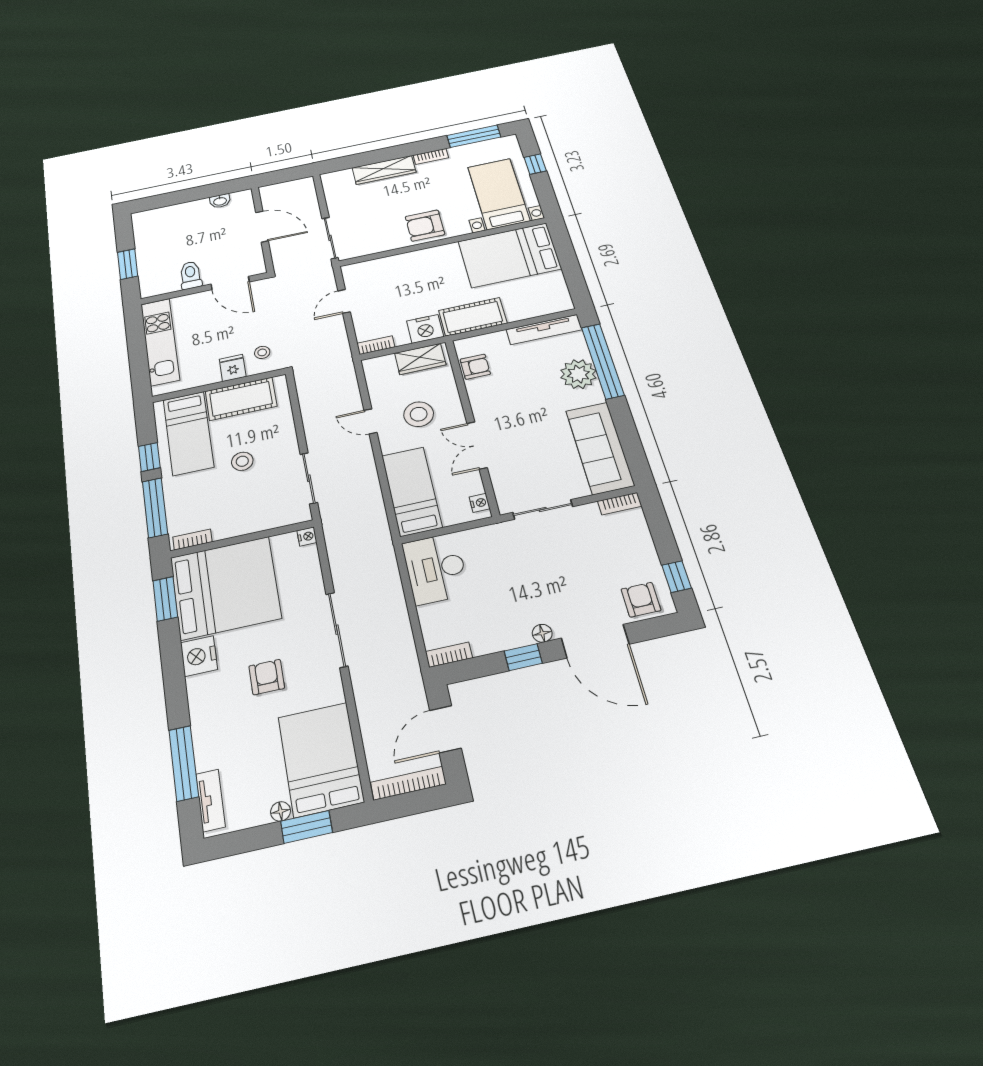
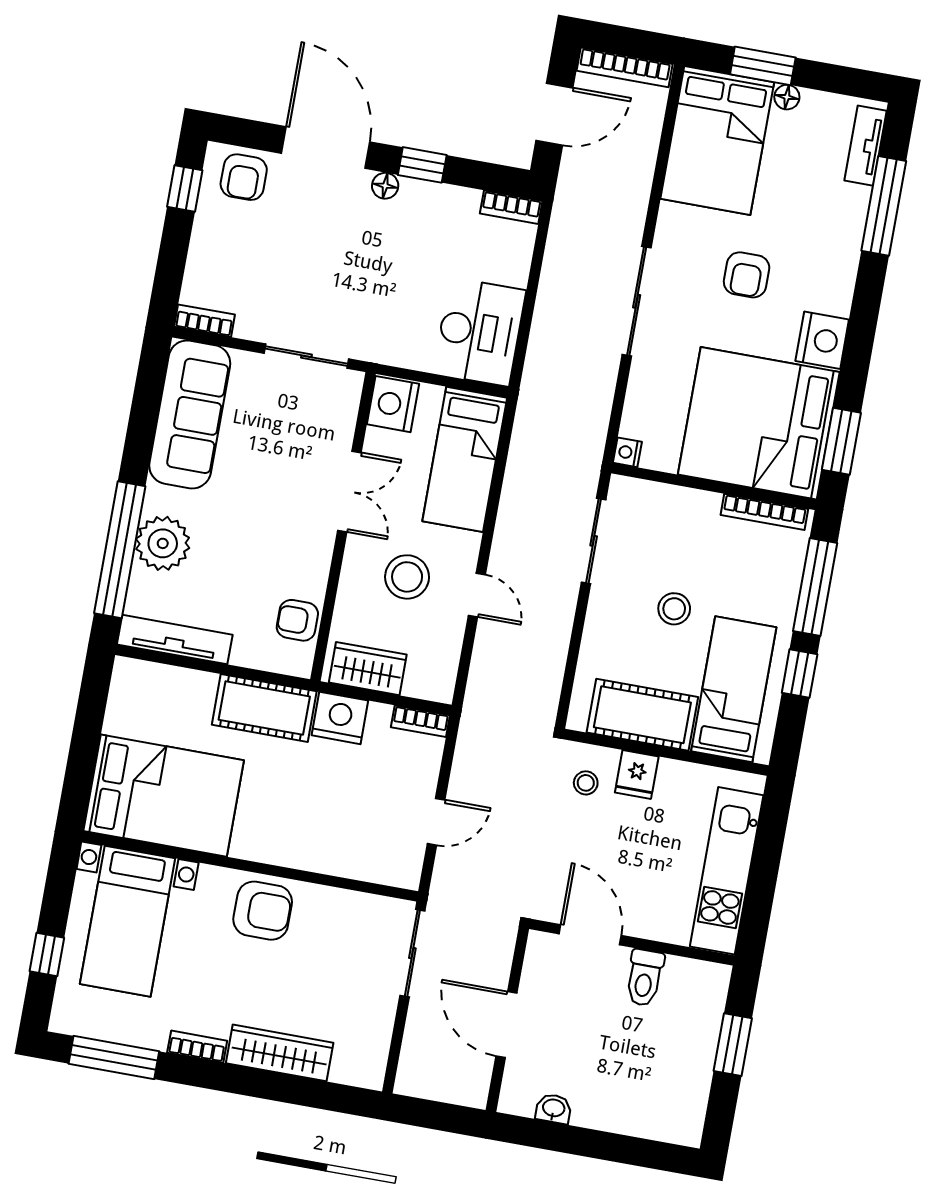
nightstand: (480, 503) -> (393, 404), width x1.89, depth x1.79
bookcase: (192, 539) -> (764, 512), width x1.56

